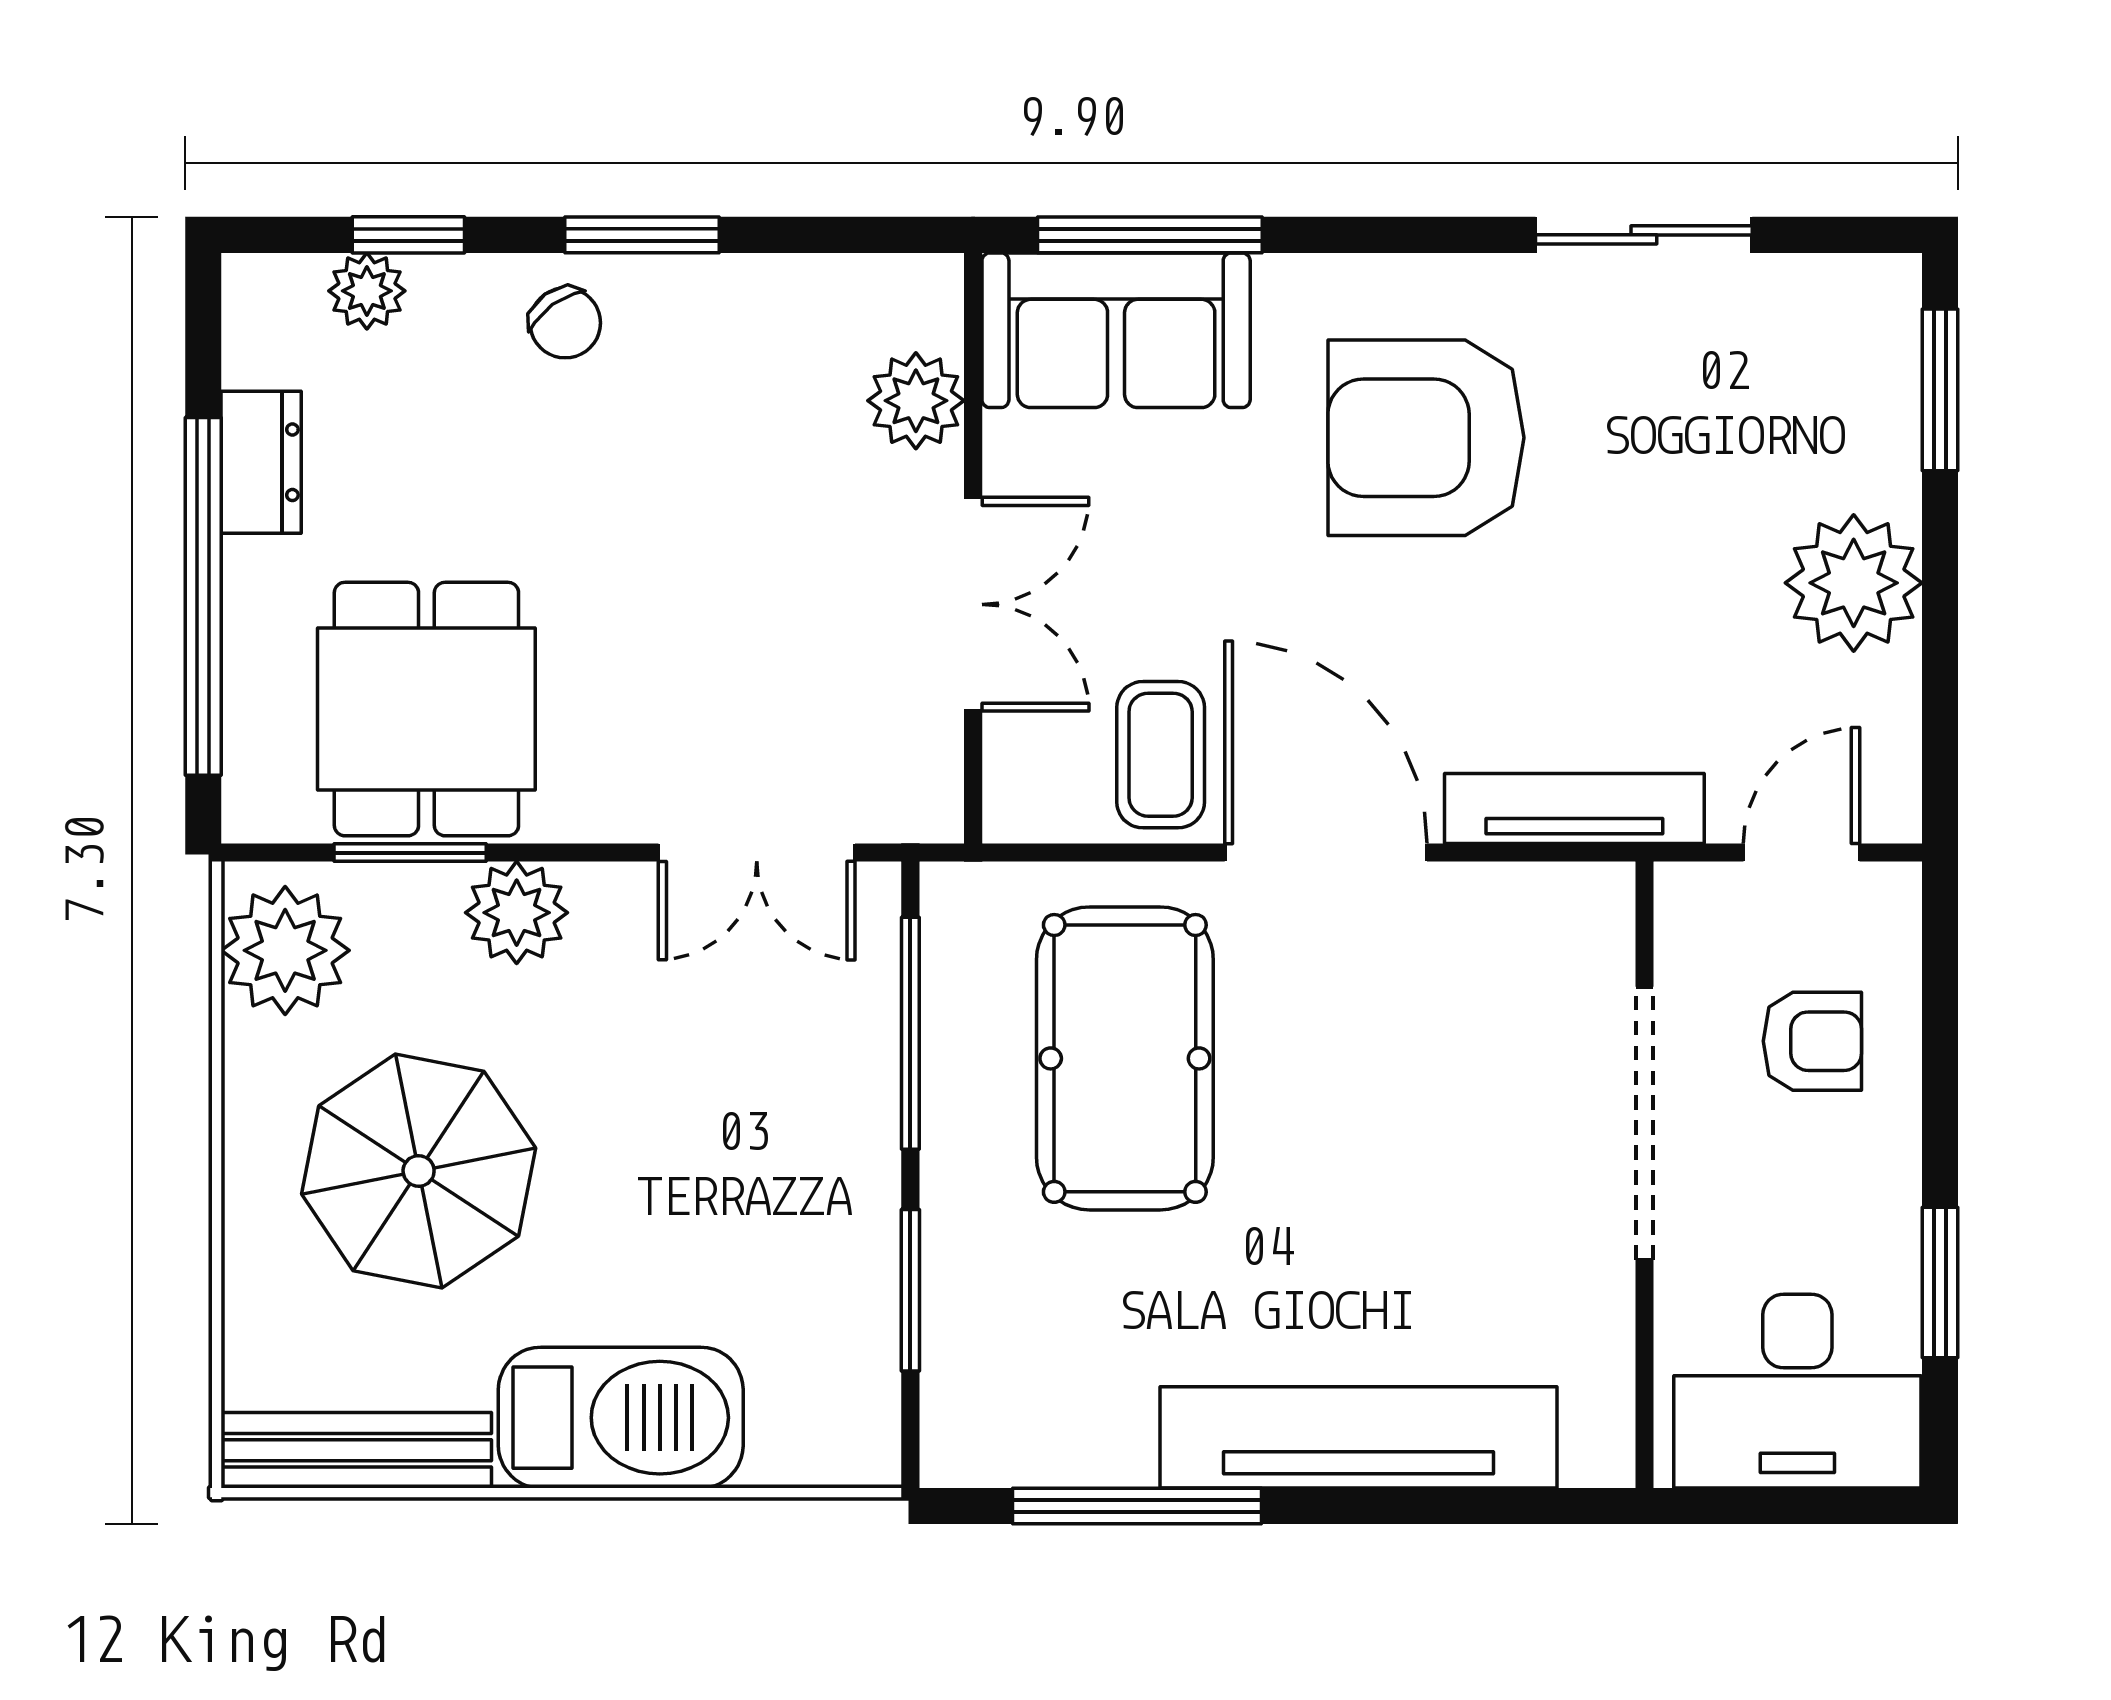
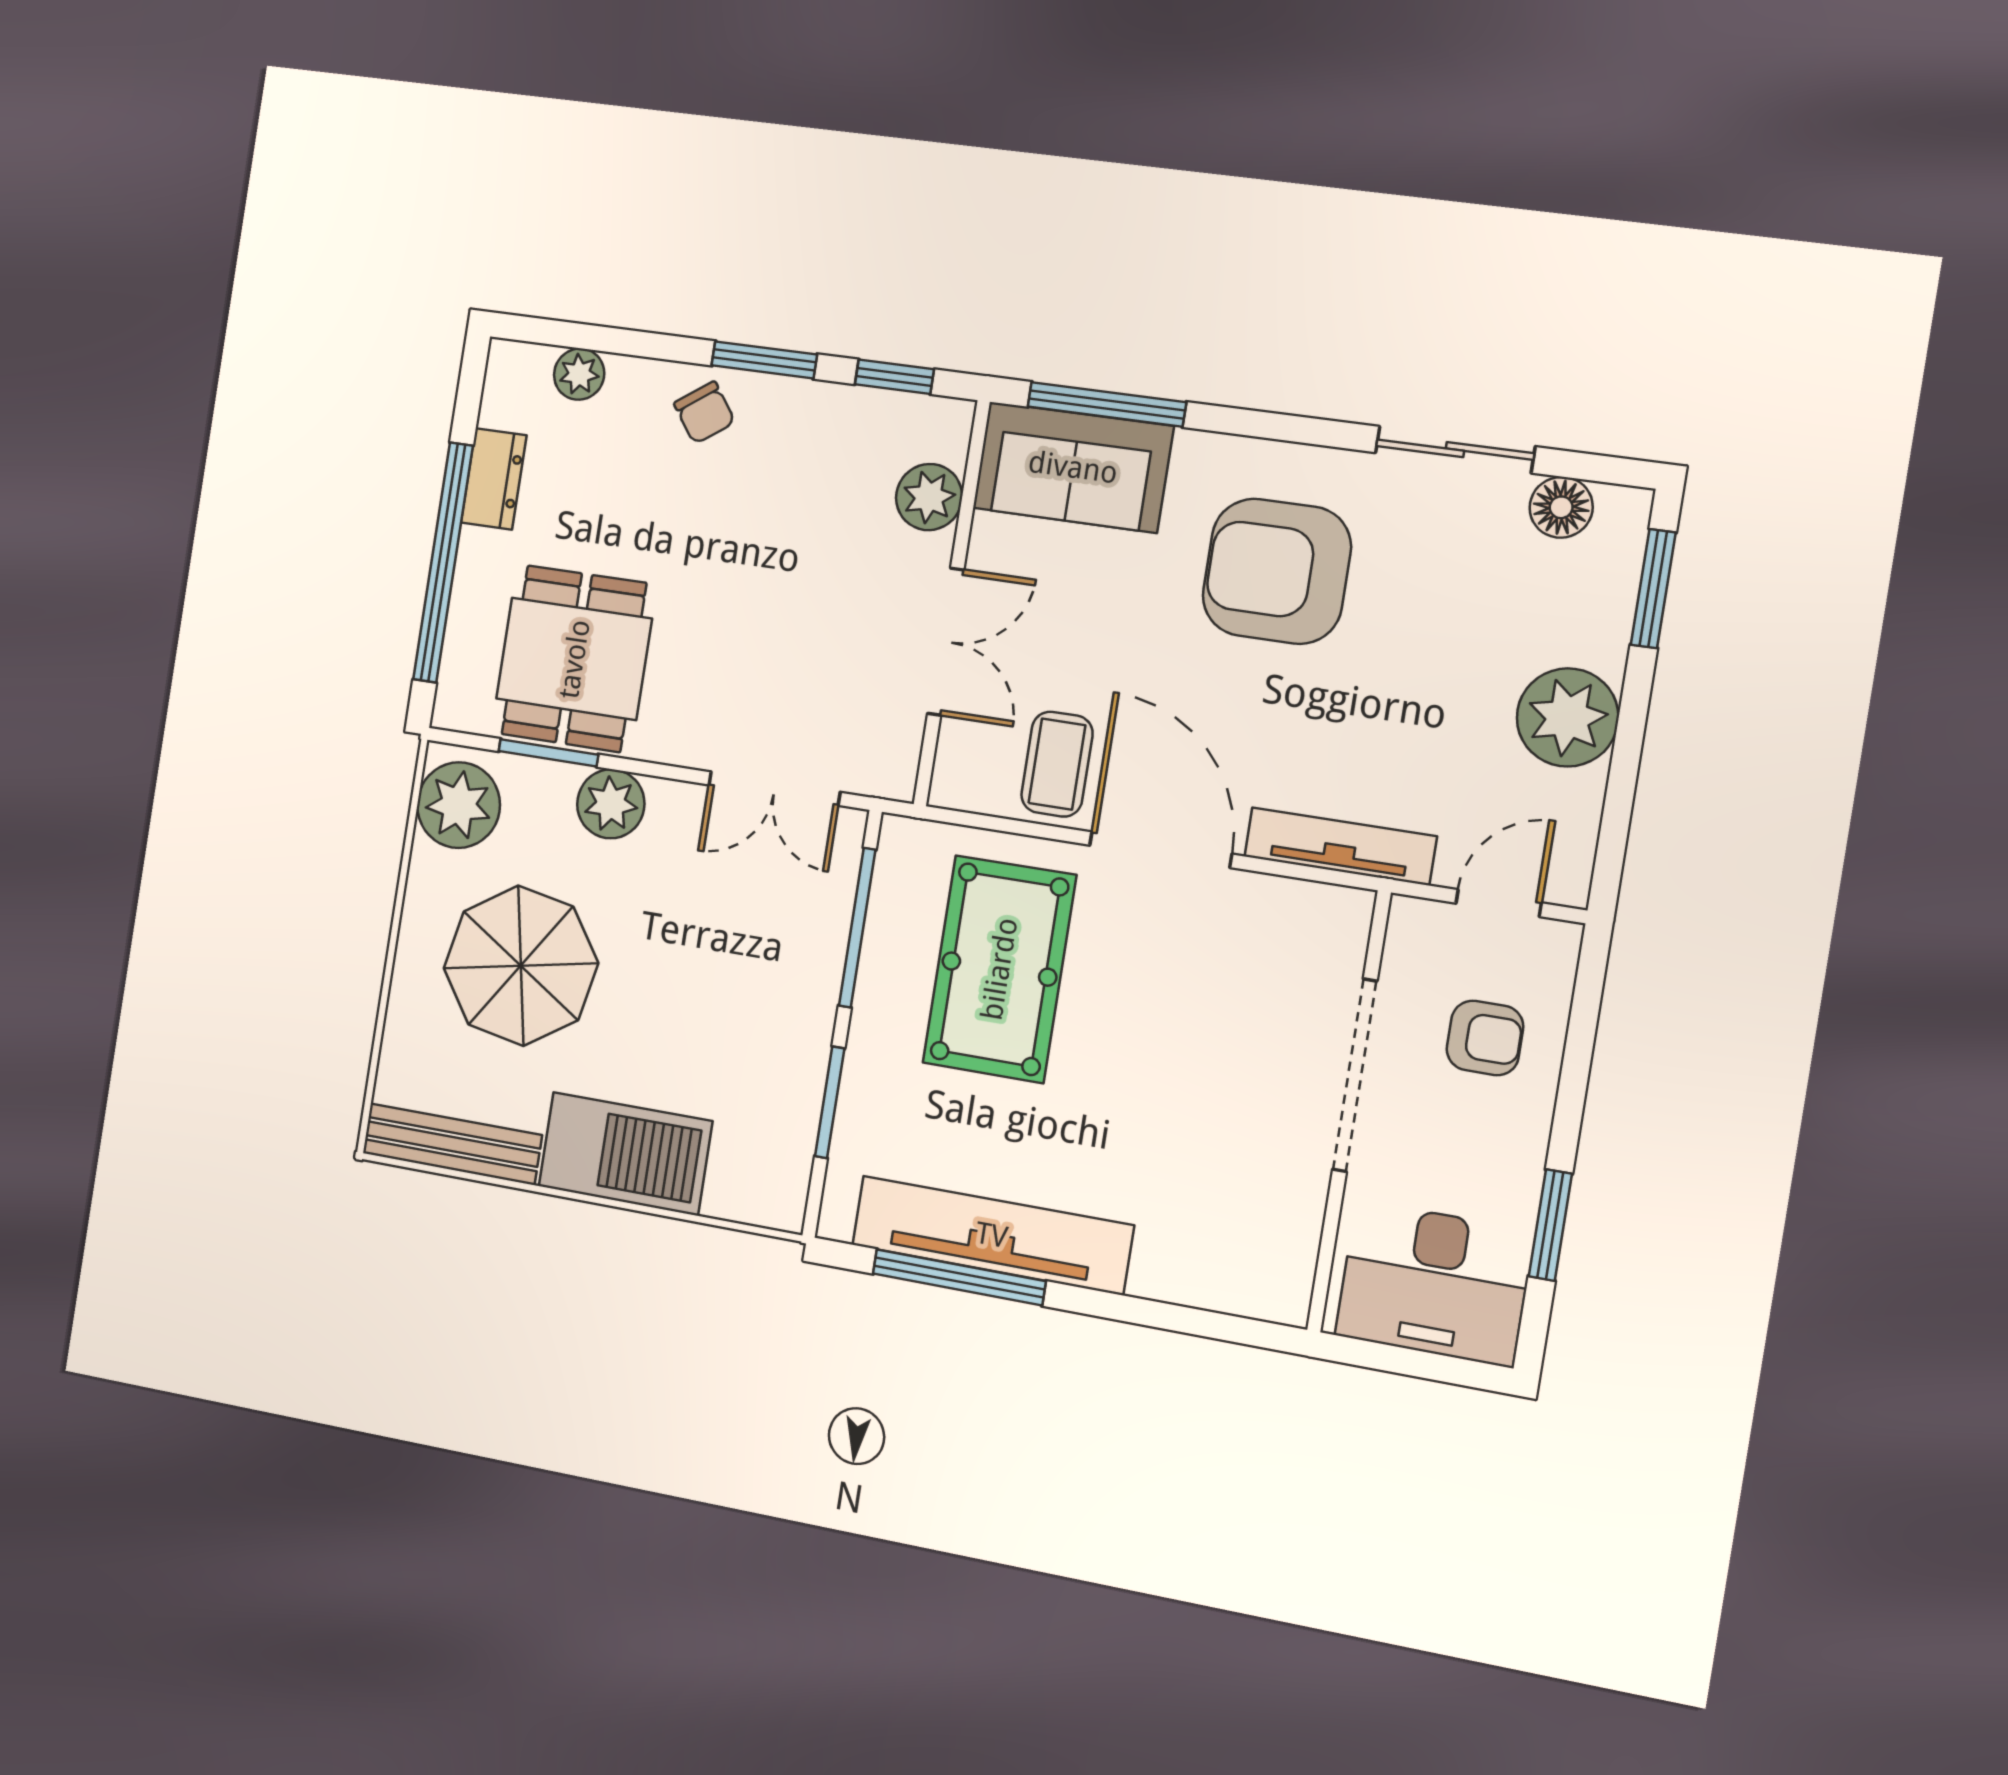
window: (408, 235) -> (894, 377), moved
floor lamp: (1800, 295) -> (1561, 507), added
tv unit: (1359, 1437) -> (992, 1235), moved

